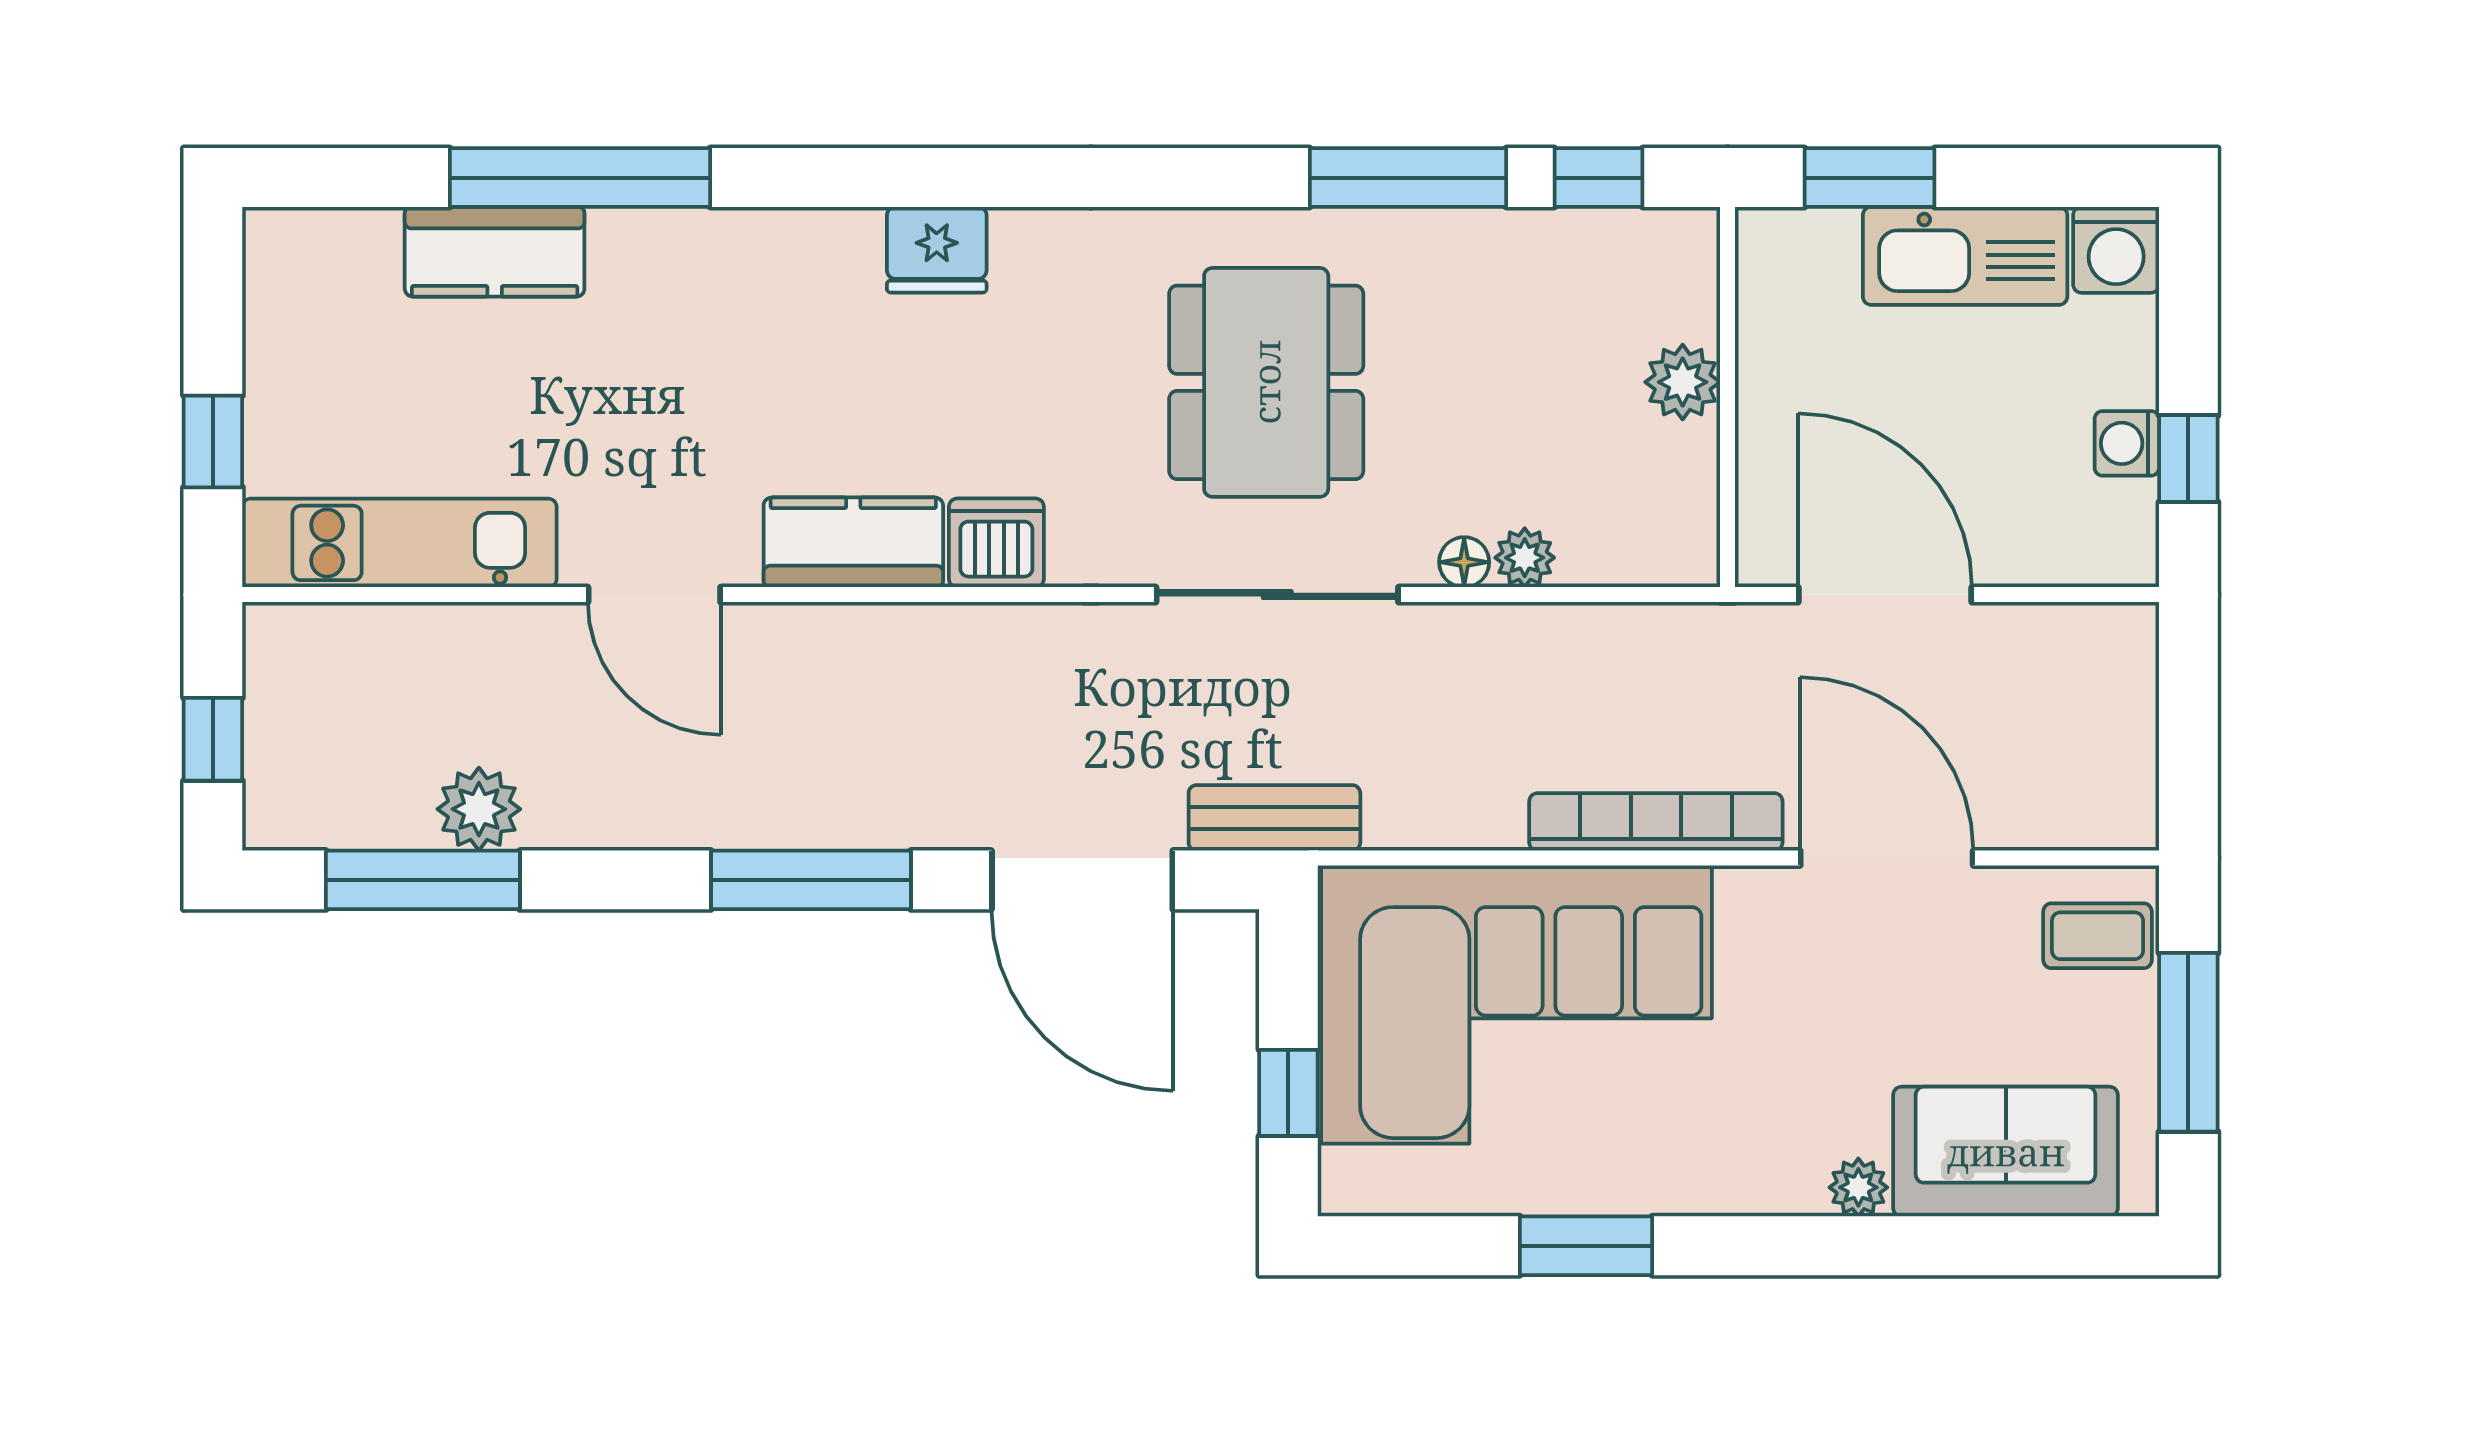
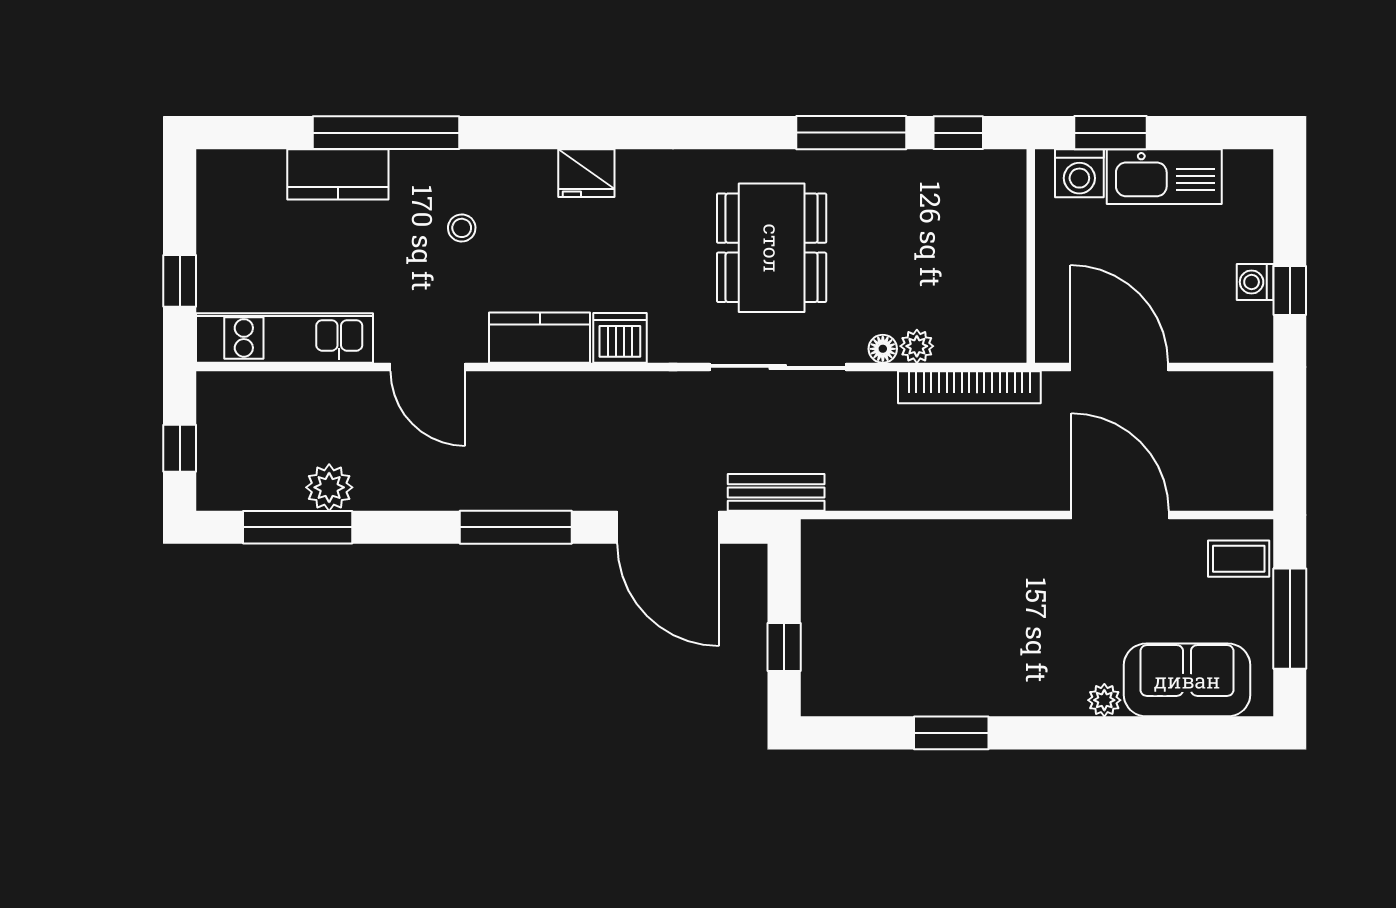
washing machine: (2116, 250) -> (1079, 173), moved
stool: (715, 347) -> (462, 228), added
plant: (1683, 382) -> (1006, 248), removed
bookcase: (1656, 822) -> (969, 387), moved, turned 180
corner sofa: (1516, 1004) -> (912, 597), removed

